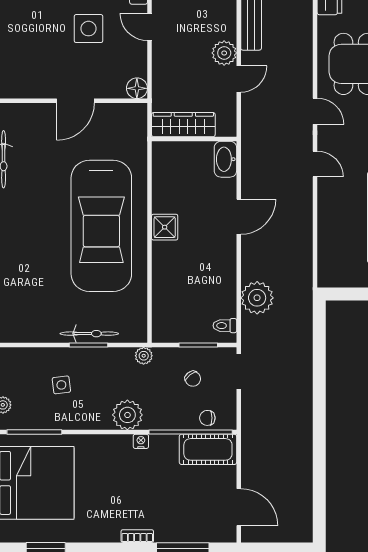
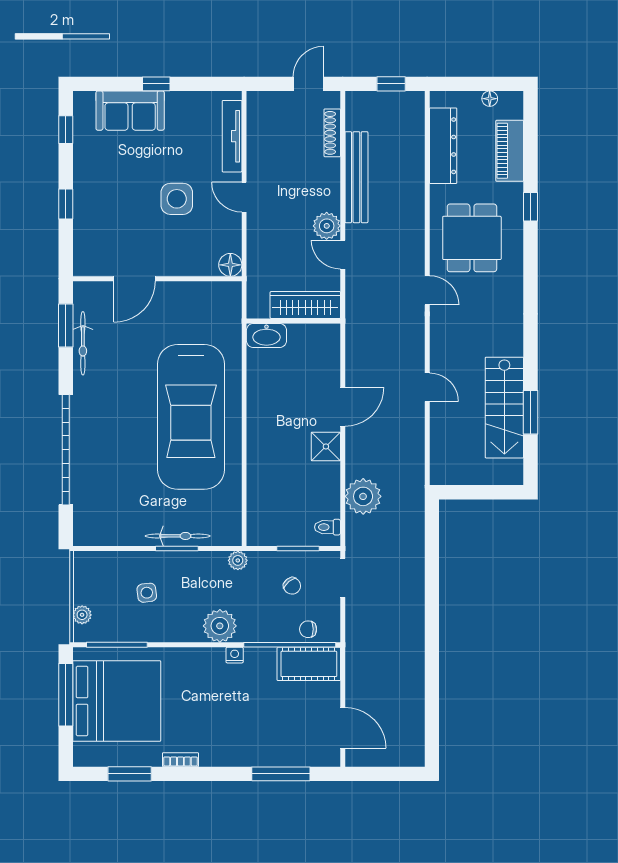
door: (239, 79) -> (343, 255), swing flipped
door: (75, 101) -> (134, 279), moved
wardrobe: (183, 125) -> (305, 305), moved
washbasin: (225, 159) -> (266, 335), moved, turned -90
door: (315, 164) -> (427, 387), moved
shower: (165, 227) -> (326, 446), moved
bookcase: (137, 536) -> (180, 760), moved

